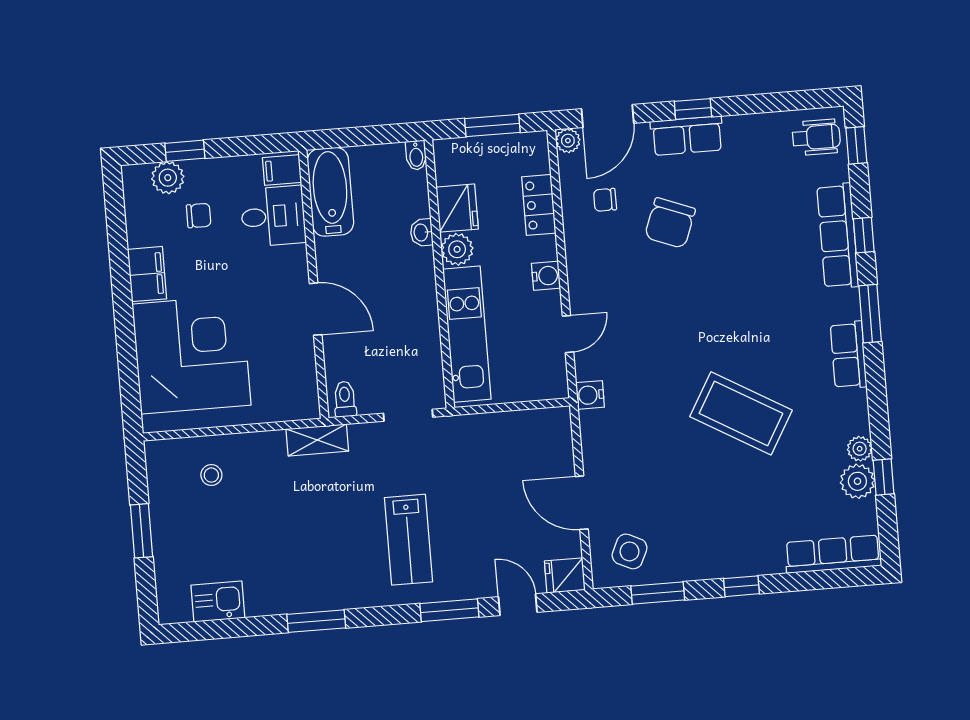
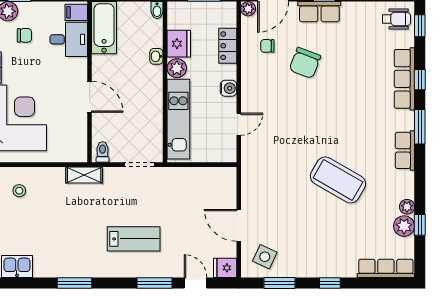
water cooler: (590, 395) -> (249, 161), removed
lab bench: (408, 540) -> (134, 239), turned -90

